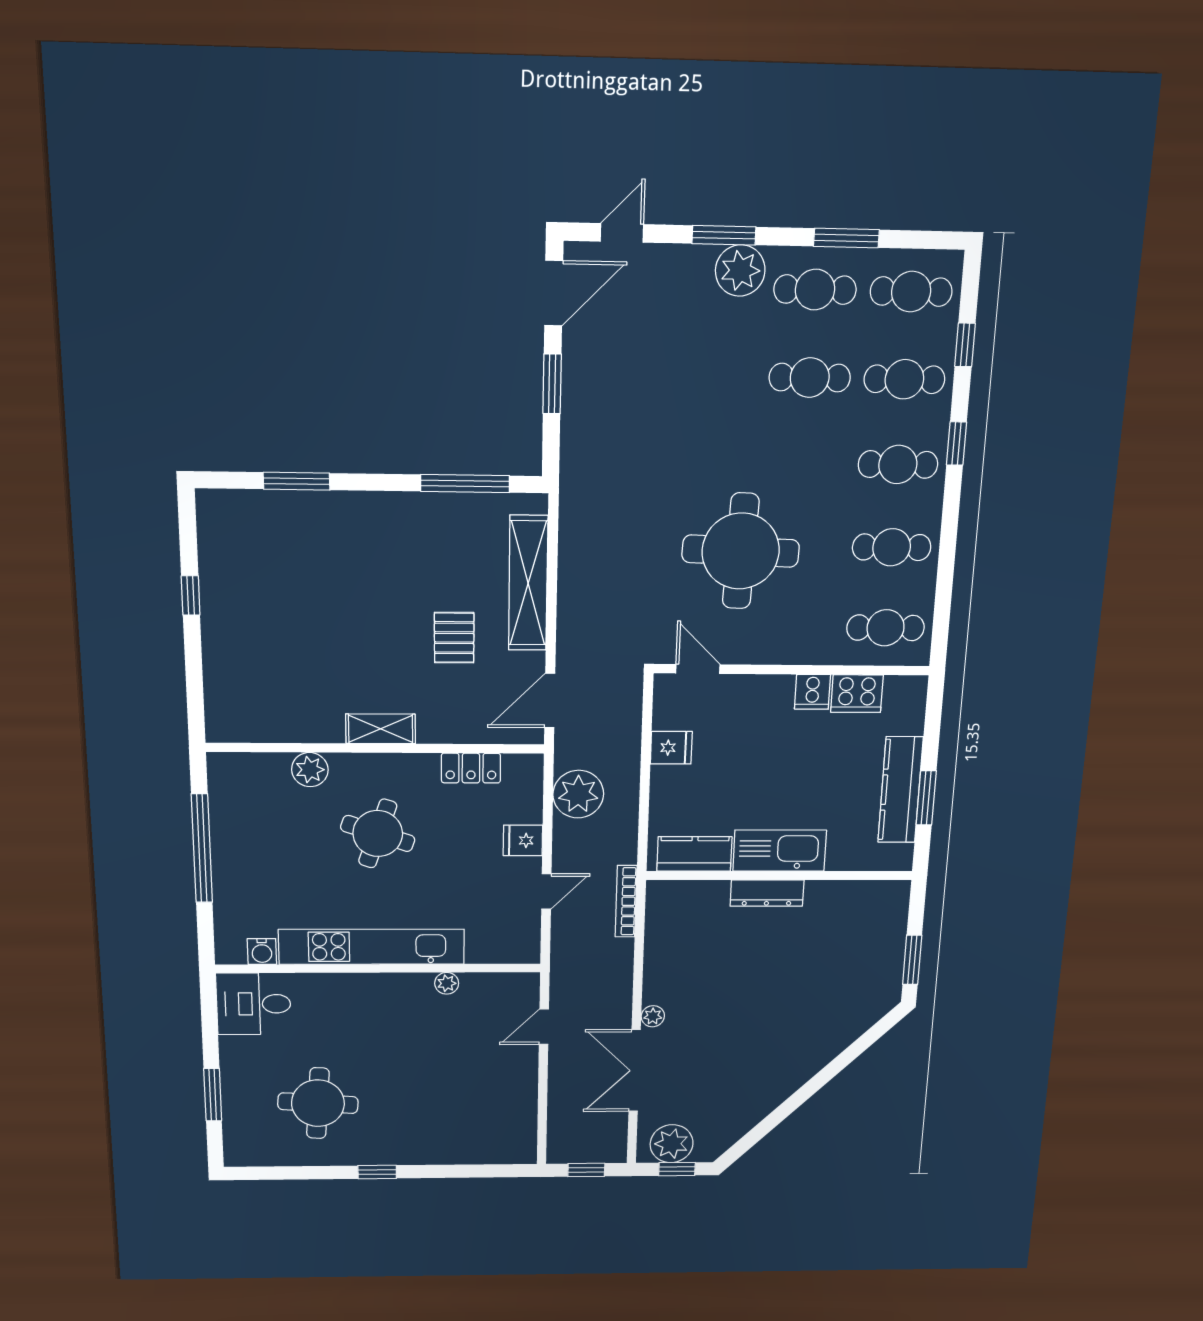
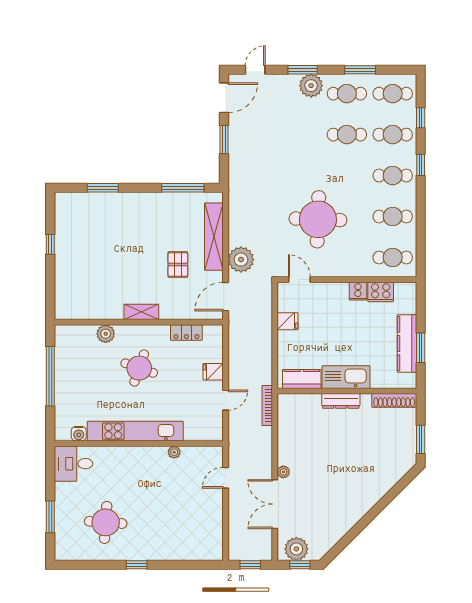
plant: (578, 794) -> (241, 260), moved
shoe rack: (868, 892) -> (394, 400), added

